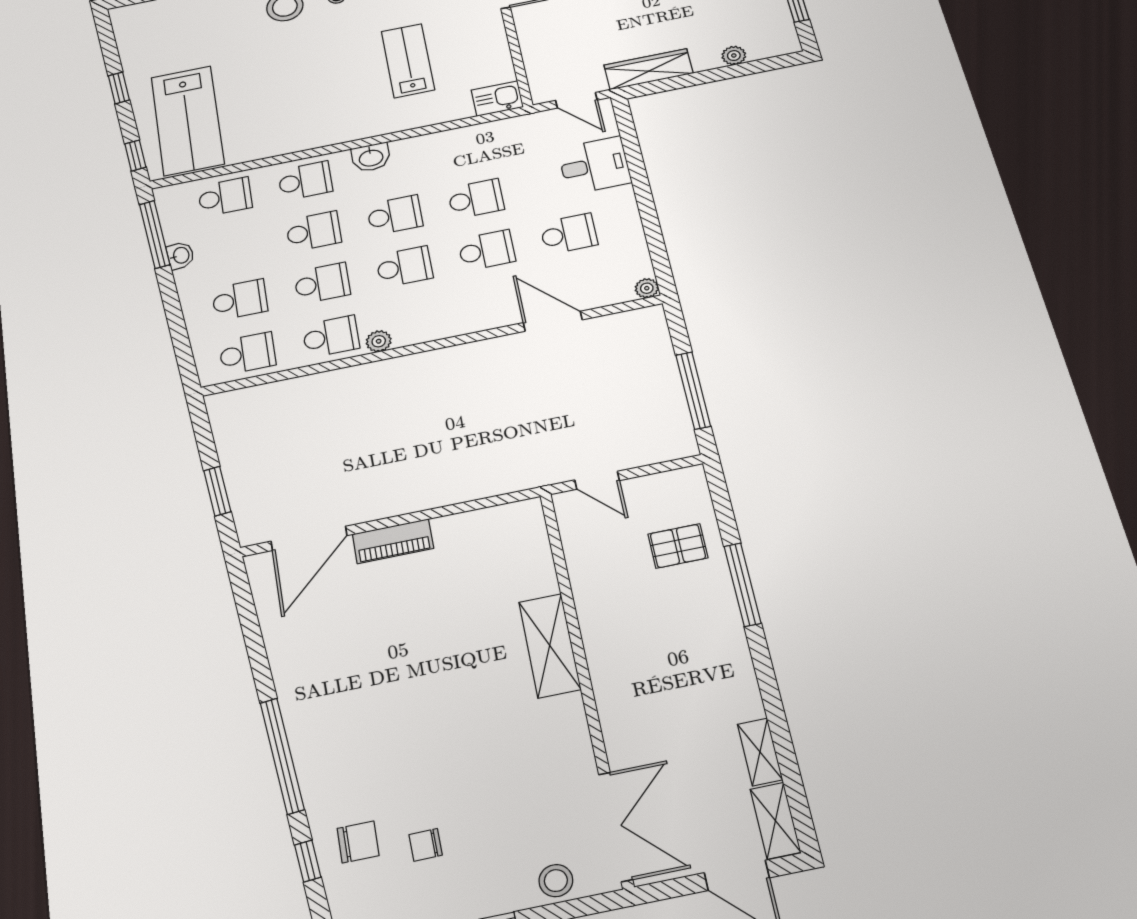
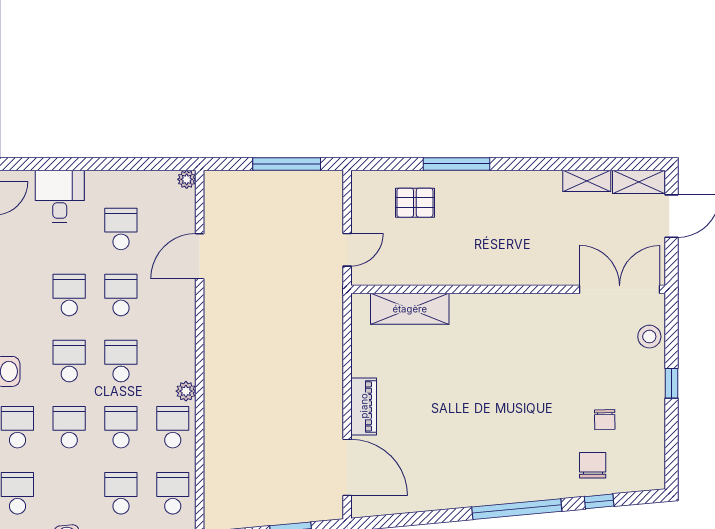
pallet: (678, 546) -> (415, 203), turned 90
shelving: (550, 646) -> (410, 309), moved

